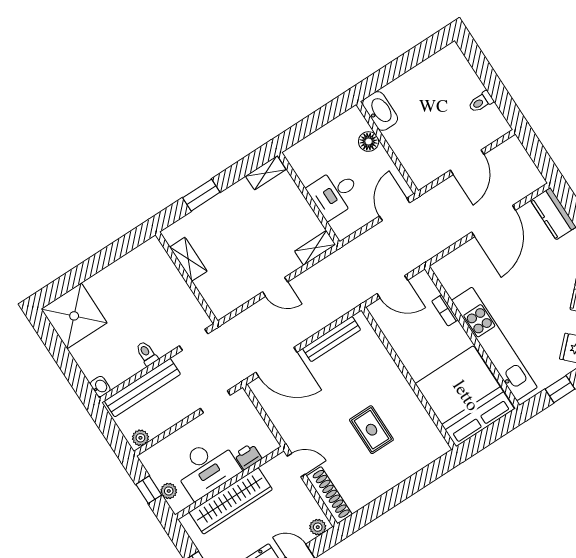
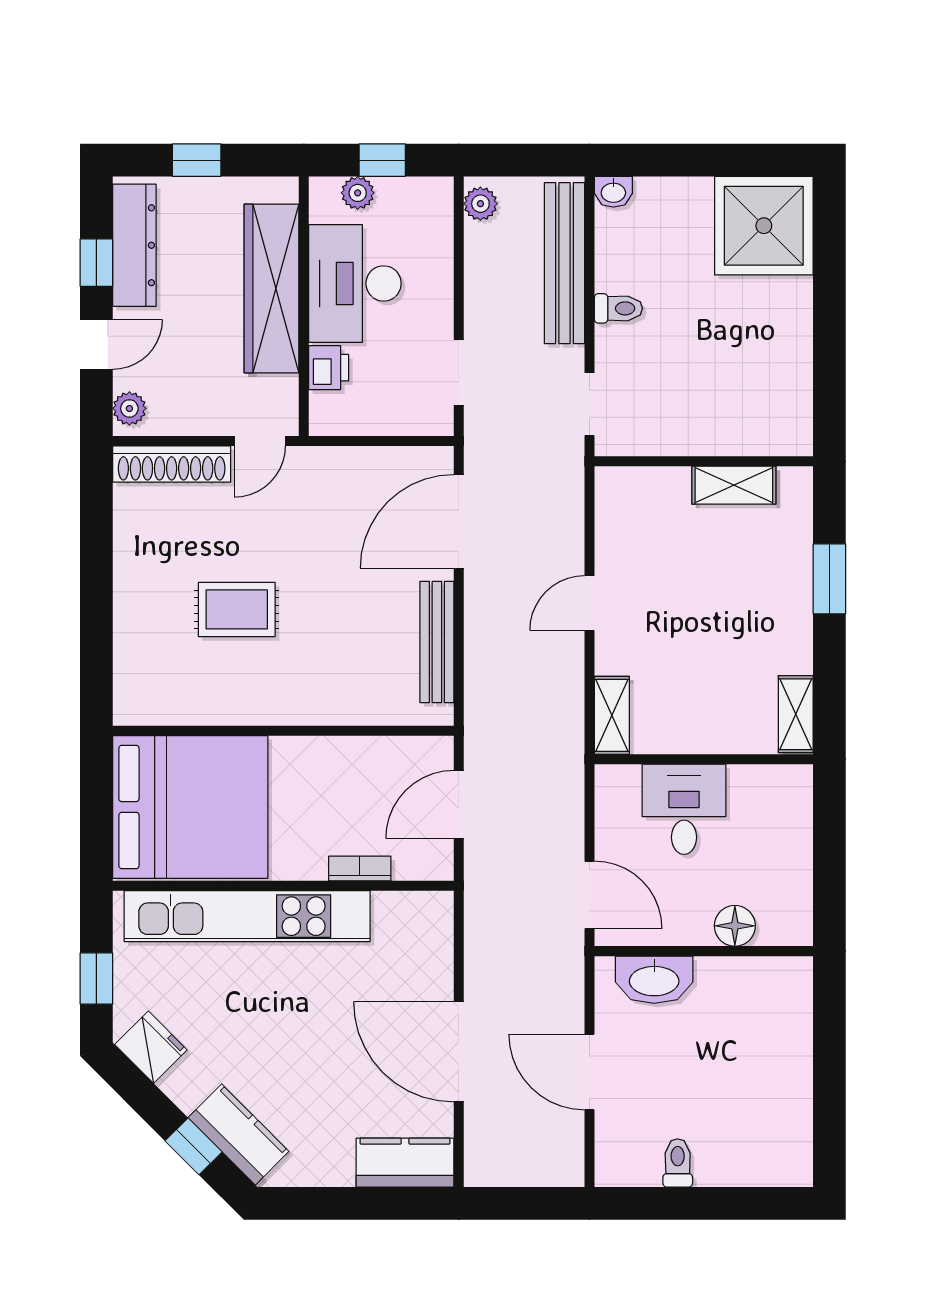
washbasin: (380, 111) -> (654, 980), moved

